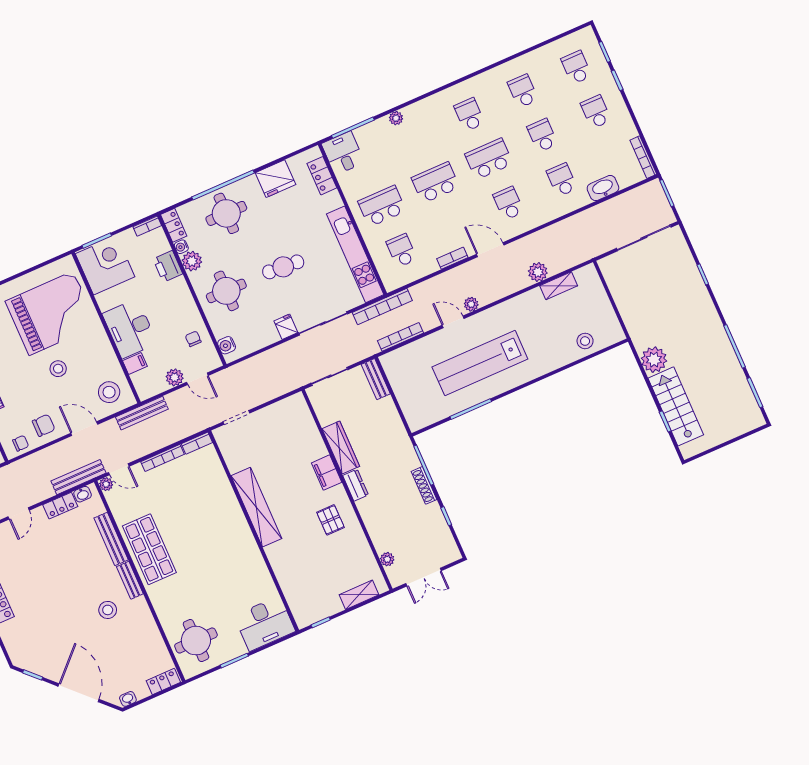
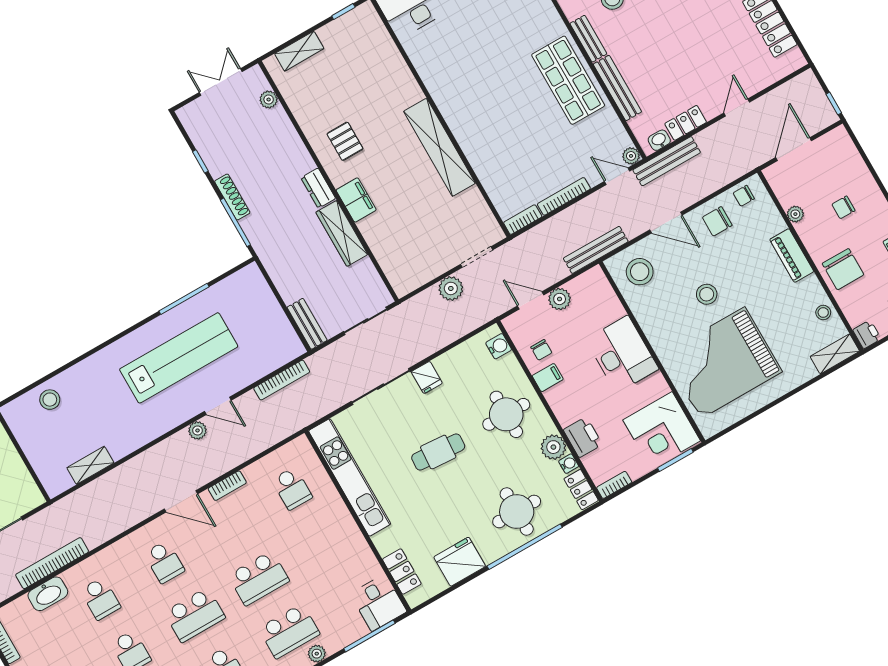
school desk: (382, 206) -> (289, 631), moved
plant: (538, 272) -> (451, 288), moved
bookcase: (382, 306) -> (52, 563), moved
filing cabinet: (135, 364) -> (548, 378), moved, turned 180

